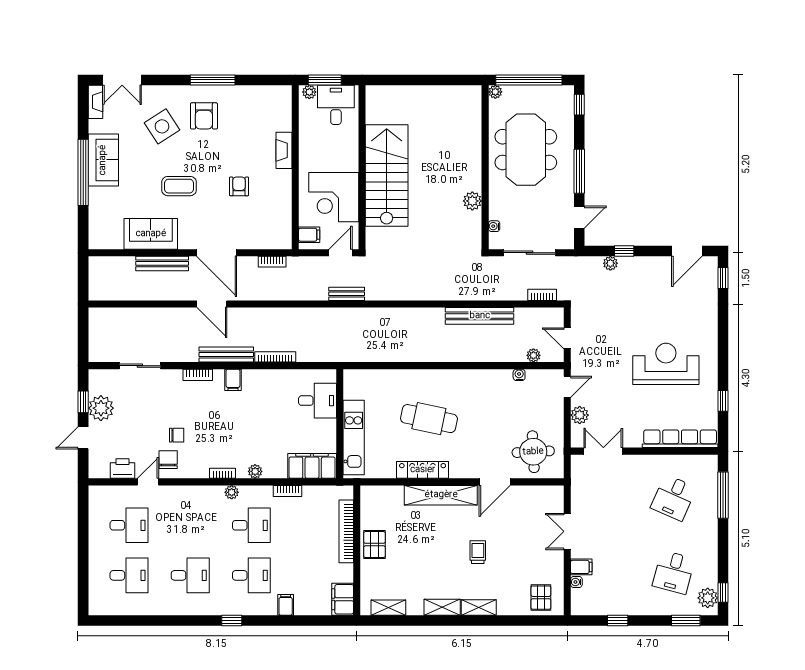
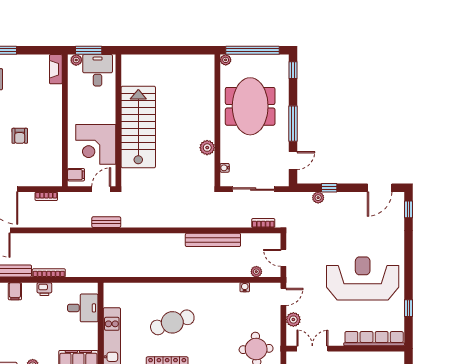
fireplace: (284, 150) -> (56, 69), moved
armchair: (239, 186) -> (20, 136), turned 180
reception desk: (666, 364) -> (363, 278), width x1.36, depth x1.30
printer: (270, 377) -> (44, 289), added
cafe table: (429, 419) -> (172, 322), turned -31

